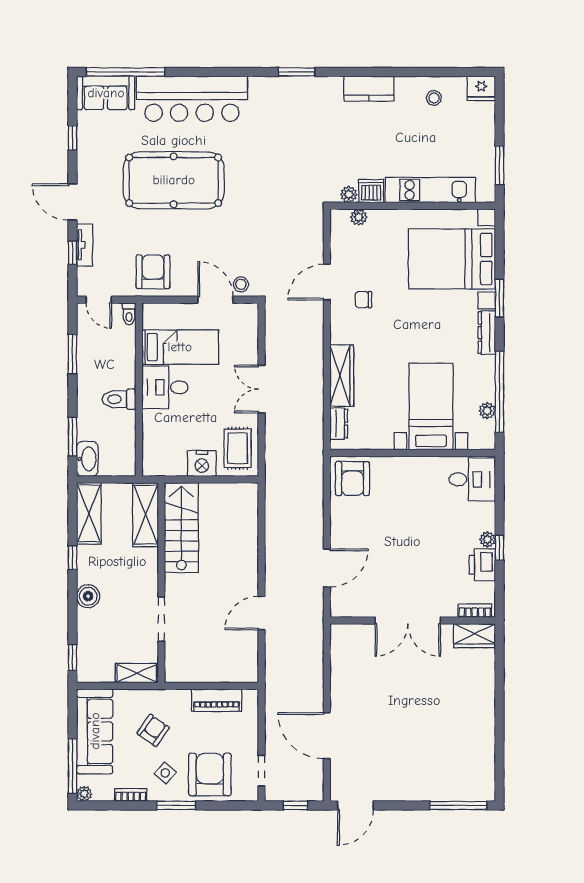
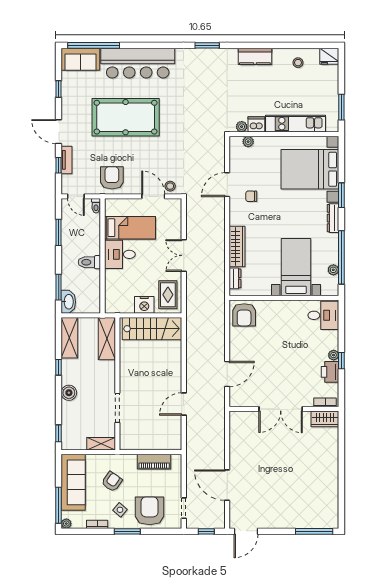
stairs: (181, 527) -> (152, 329), moved, turned 90

